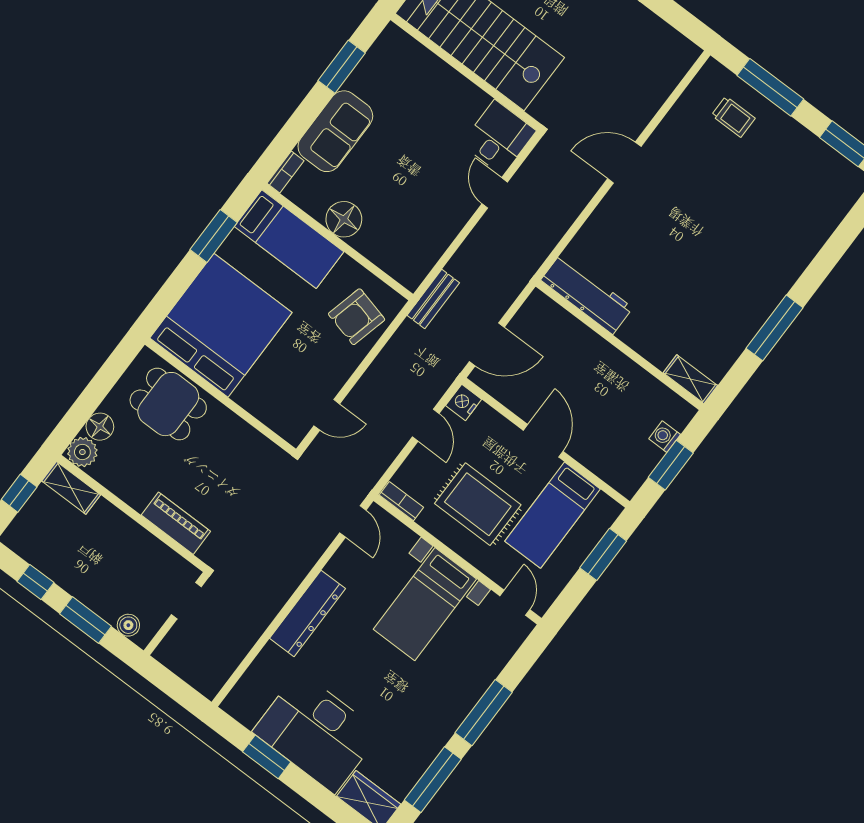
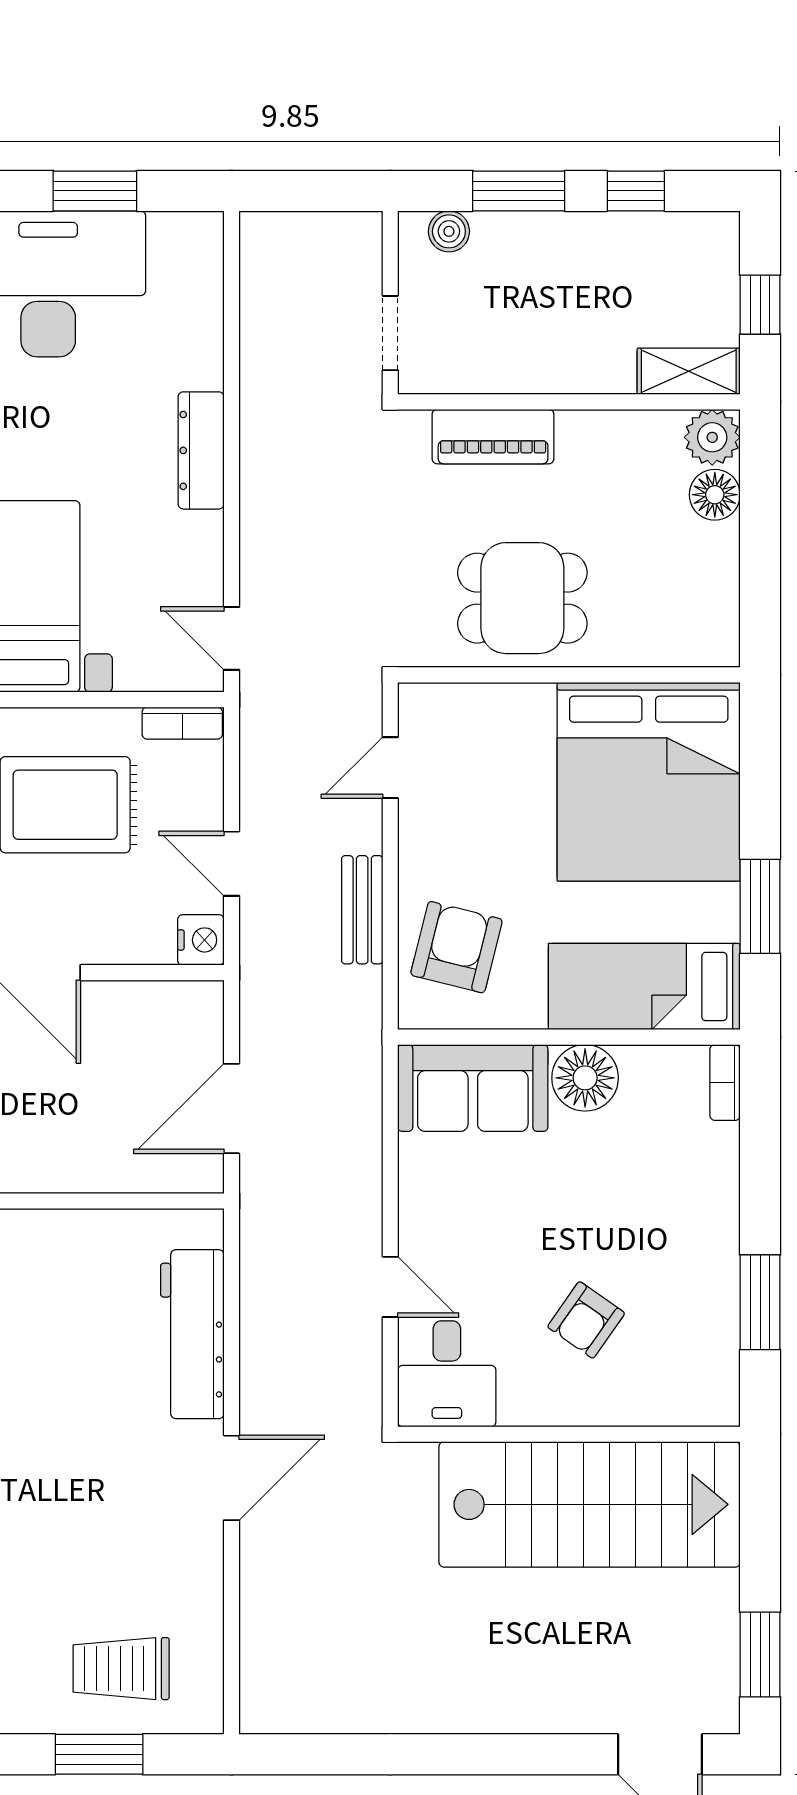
window: (770, 87) -> (99, 1754), width x0.69
armchair: (422, 115) -> (586, 1320), added
trolley: (733, 117) -> (121, 1669), width x1.36, depth x1.39
sofa: (335, 131) -> (473, 1088), moved, turned -90
workbench: (587, 294) -> (192, 1334), moved, turned 90
bench: (433, 299) -> (362, 910), moved
door: (487, 344) -> (231, 1109), moved
dining table: (168, 404) -> (522, 598), moved
dresser: (308, 613) -> (201, 450), width x0.73, depth x0.80

